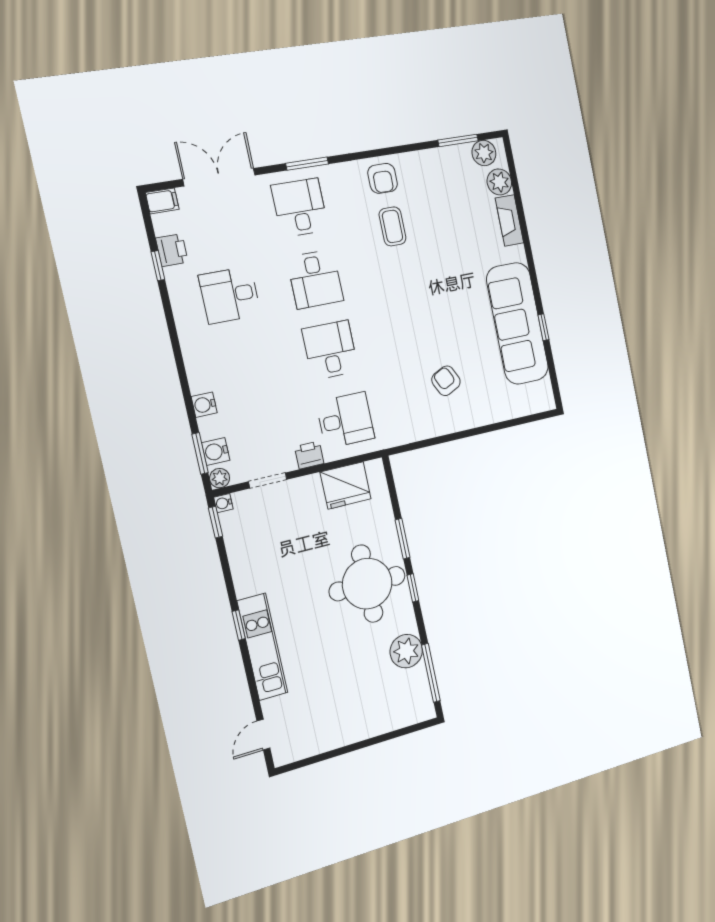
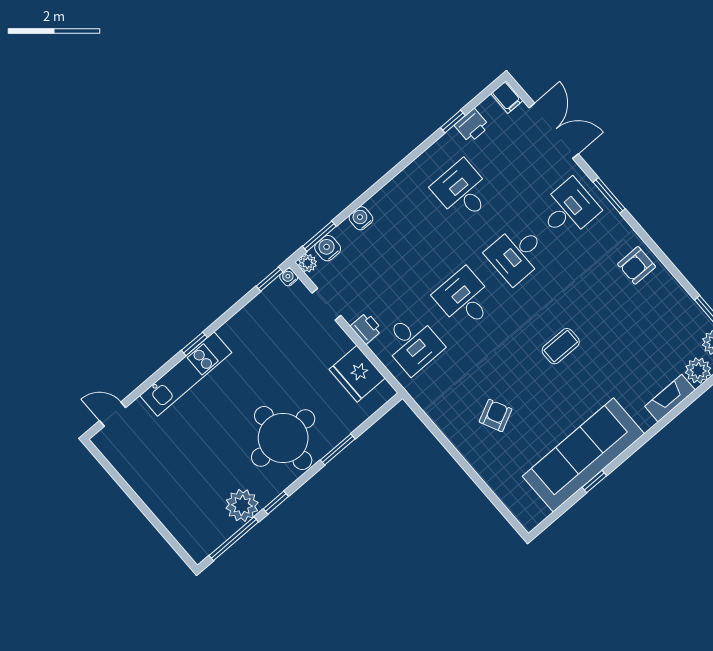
coffee table: (392, 226) -> (561, 346), moved
desk: (330, 350) -> (465, 299), turned -90
window: (413, 588) -> (276, 503), moved

